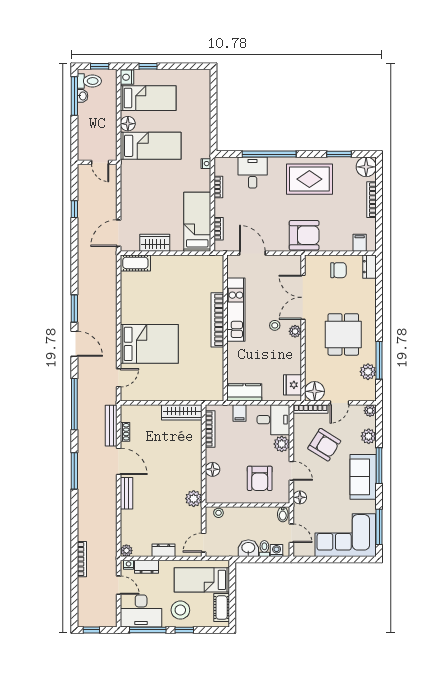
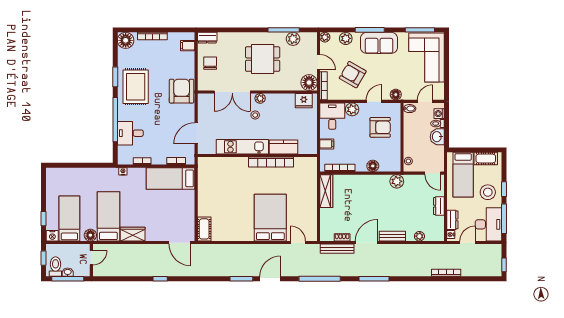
window: (339, 154) -> (115, 77), moved
wall: (97, 162) -> (91, 260), moved
door: (100, 162) -> (91, 258), moved
wardrobe: (155, 243) -> (133, 234), moved, turned 90
bookcase: (217, 320) -> (271, 162), moved
kitchen counter: (244, 392) -> (283, 147), moved, turned 90
armchair: (324, 445) -> (353, 75), turned -92
plant: (126, 551) -> (419, 236), moved

